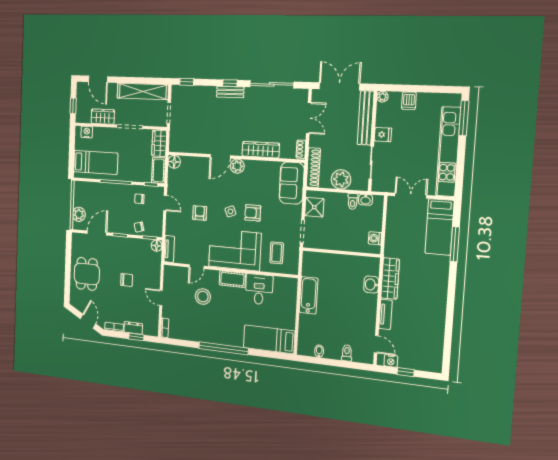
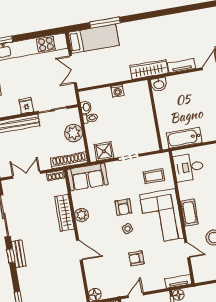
plant: (237, 166) -> (82, 215), moved
wall: (341, 253) -> (155, 115), moved
desk: (259, 289) -> (189, 167), moved

